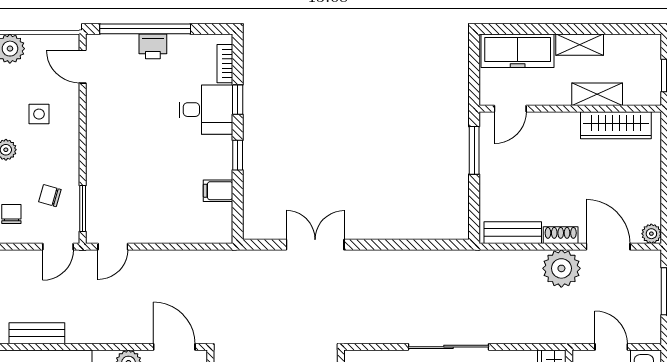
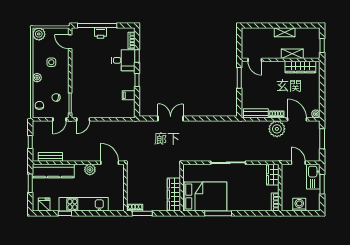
freezer: (518, 51) -> (258, 35), removed
door: (510, 109) -> (255, 60), hinge flipped

